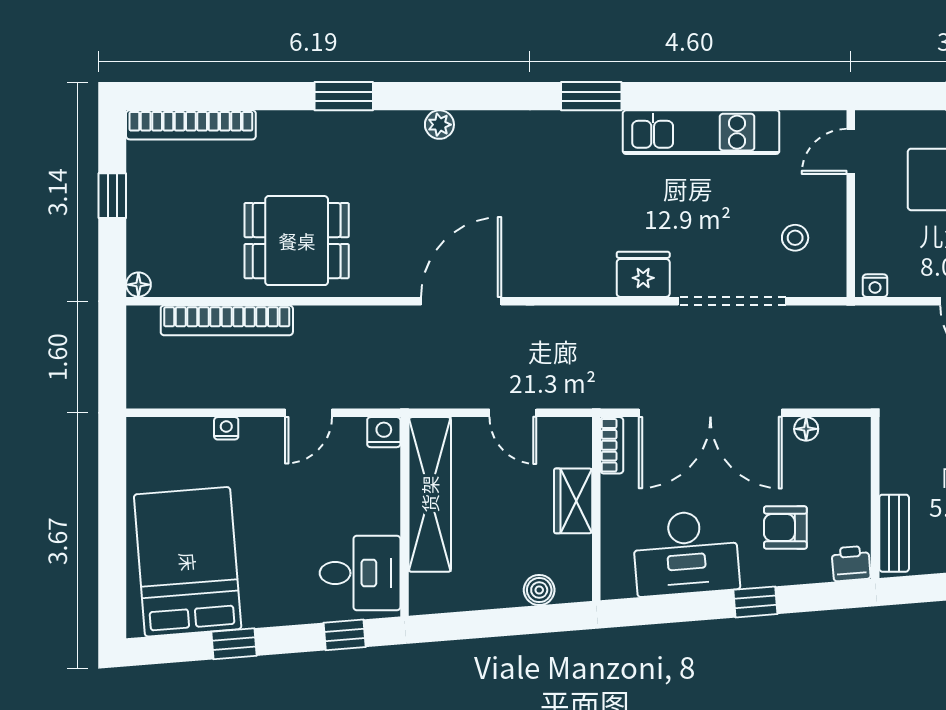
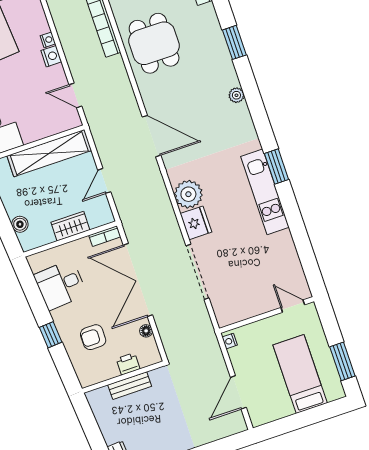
kitchen unit: (701, 132) -> (265, 192), moved
stool: (795, 238) -> (240, 293), removed
plant: (587, 270) -> (188, 194), added
door: (309, 413) -> (75, 95), moved
nightstand: (384, 432) -> (51, 56), moved
armchair: (785, 528) -> (93, 337), turned -90
bench: (894, 533) -> (130, 386), moved
desk: (686, 553) -> (60, 285), width x0.73
printer: (851, 564) -> (128, 364), moved, turned -85

